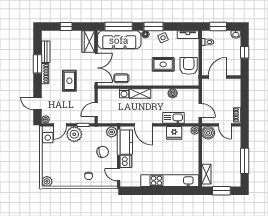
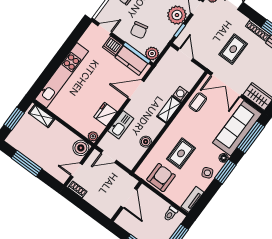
armchair: (189, 66) -> (161, 178), turned -90
rug: (69, 81) -> (233, 49), turned 90

